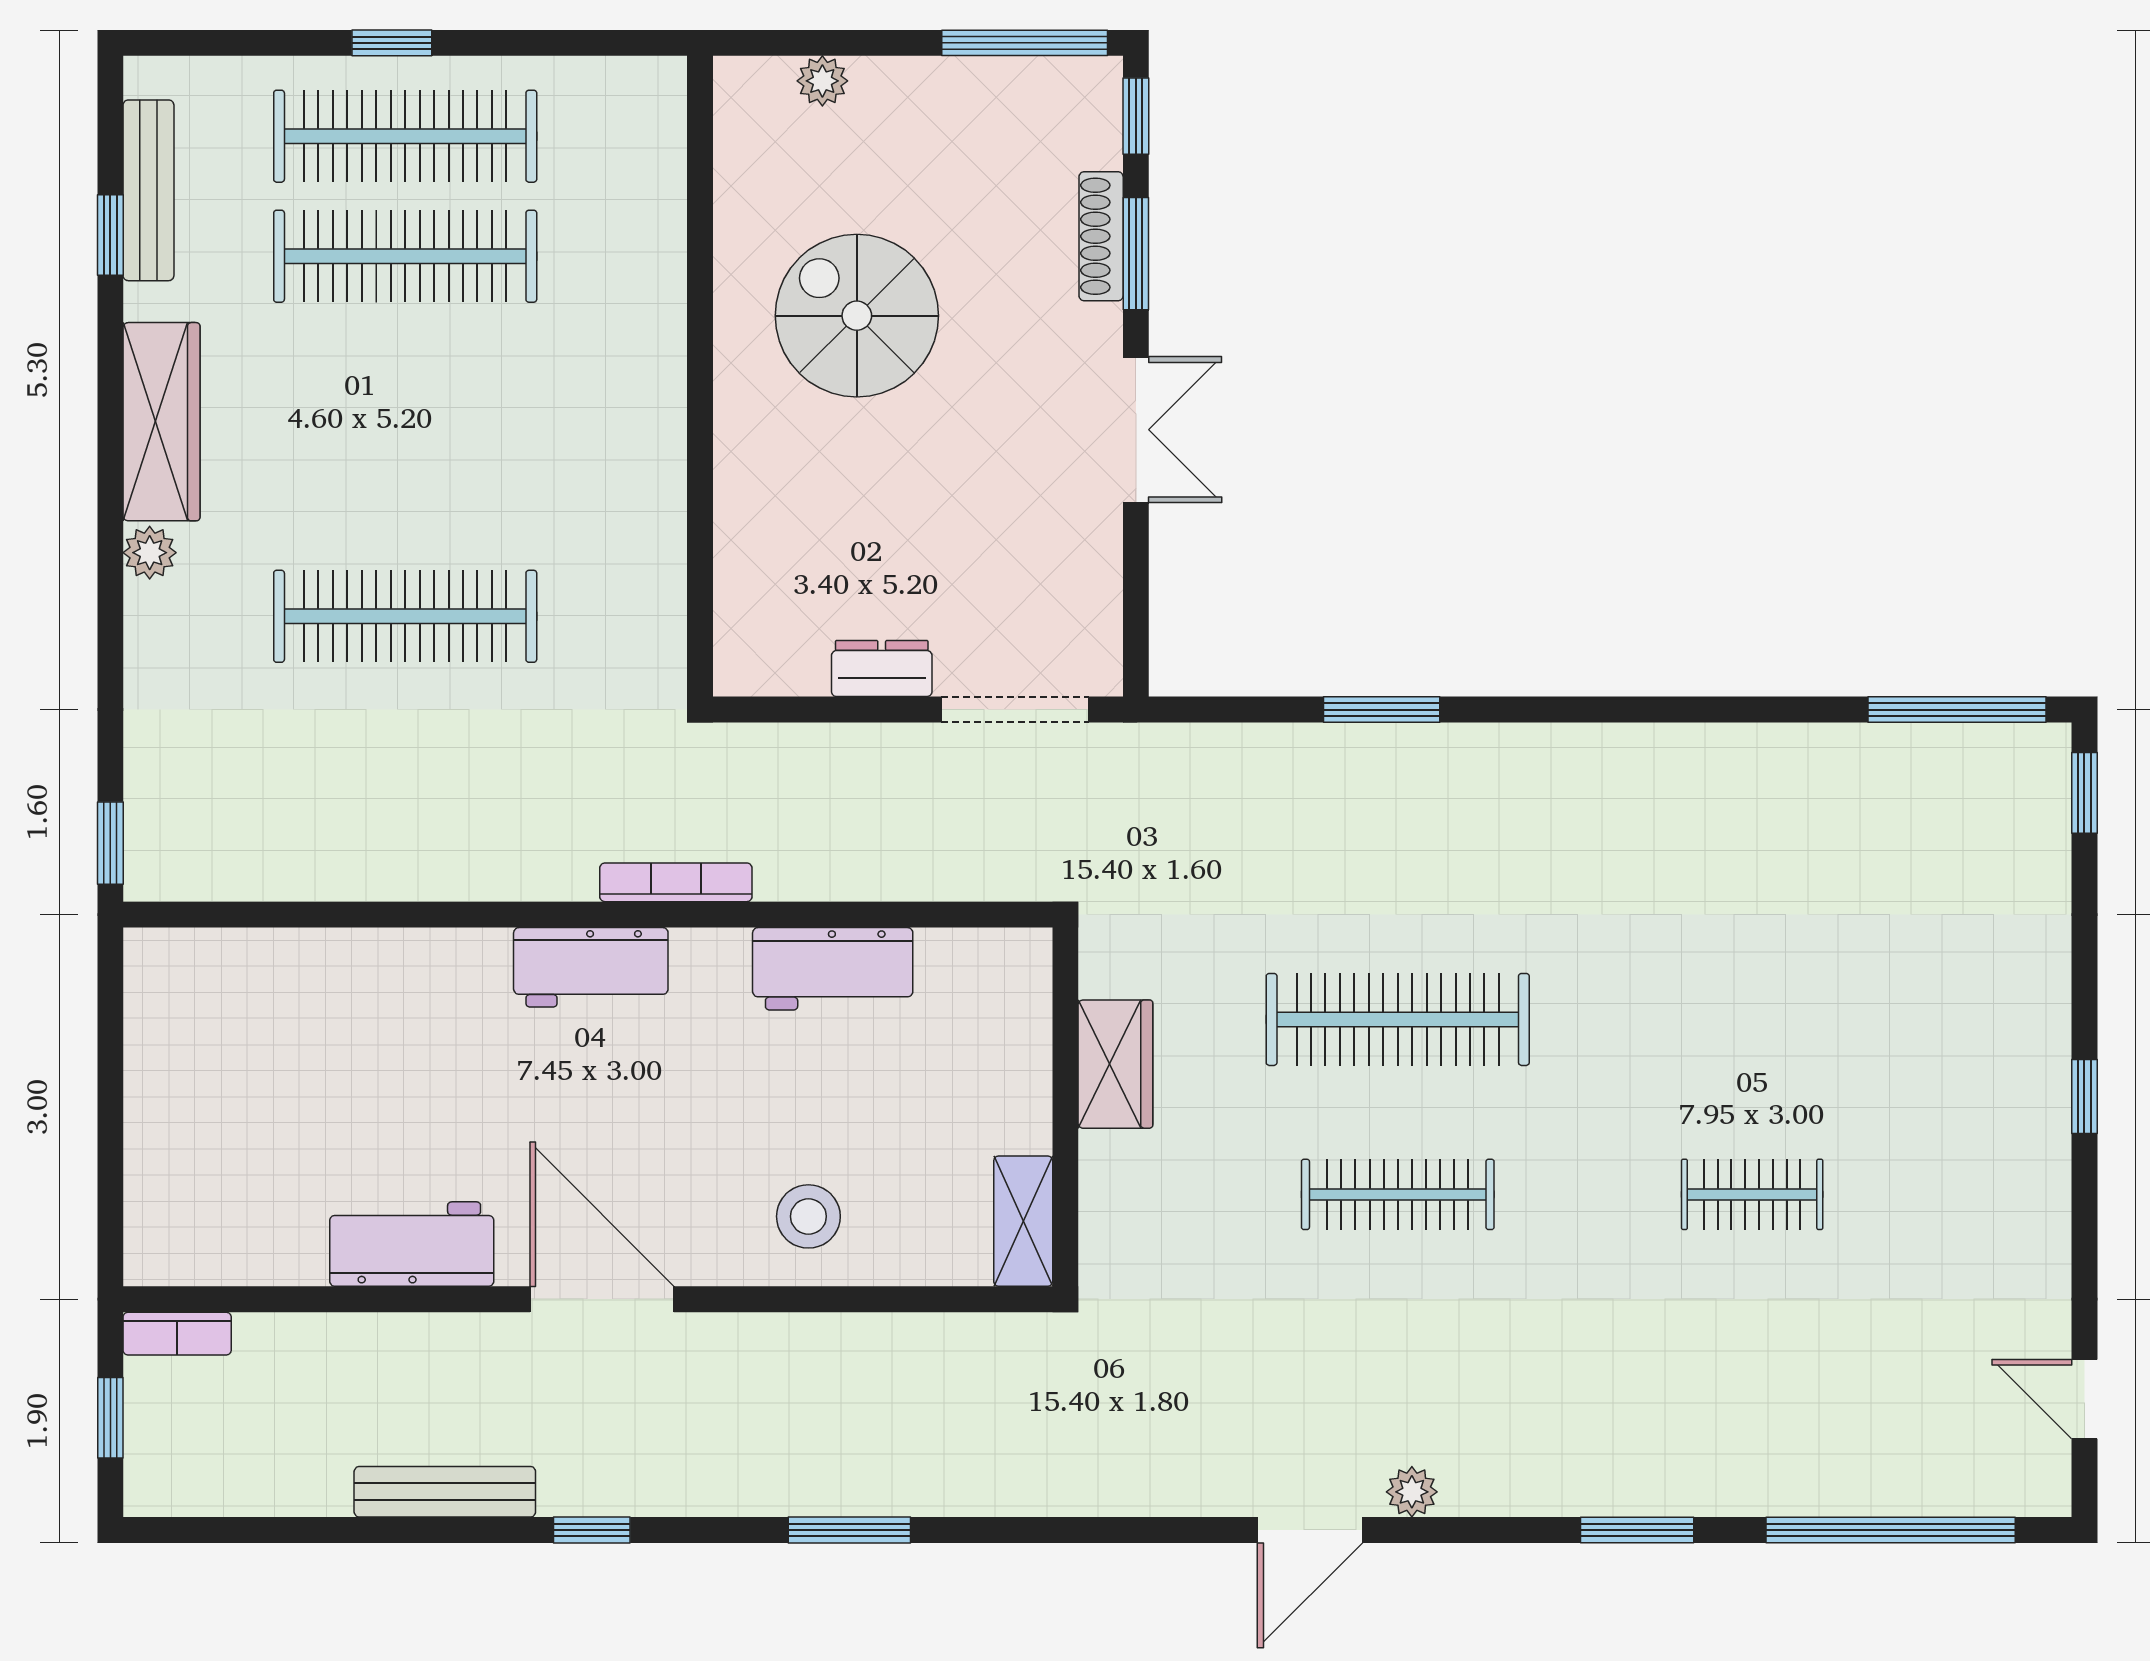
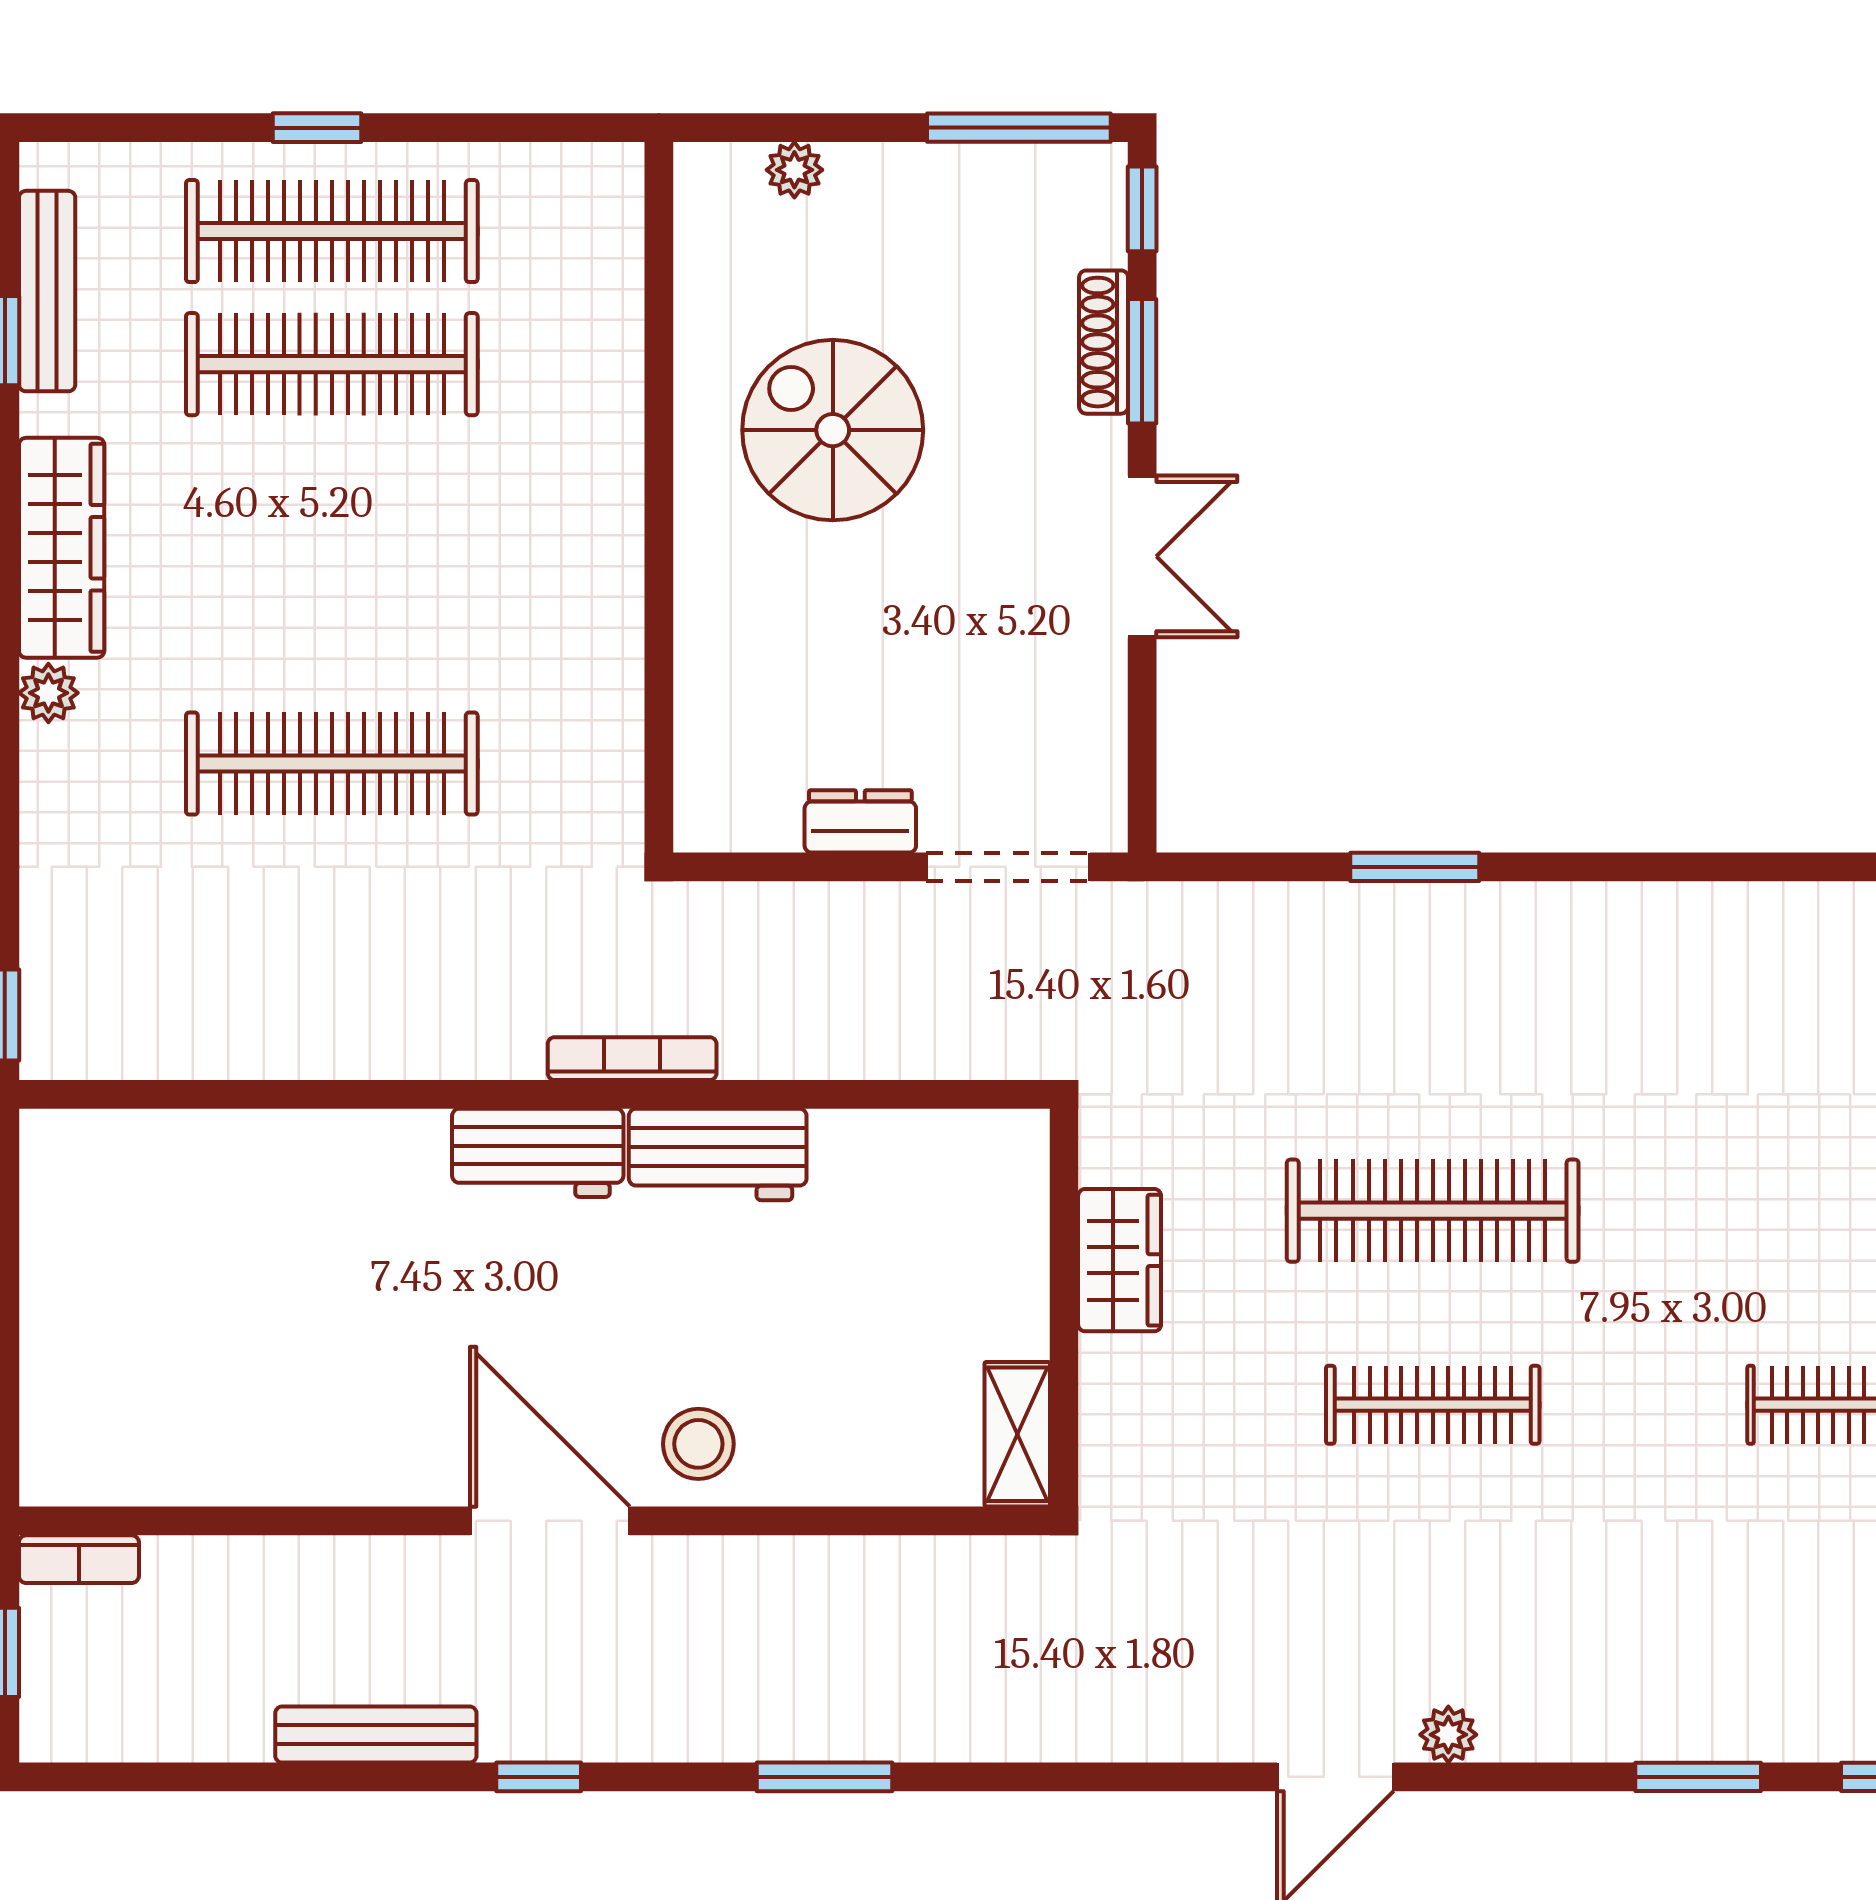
workbench: (833, 969) -> (718, 1154), moved
stool: (808, 1216) -> (698, 1444), moved
workbench: (412, 1244) -> (339, 1460), removed

